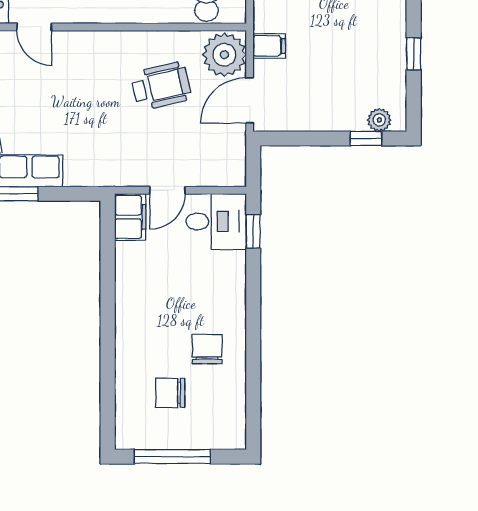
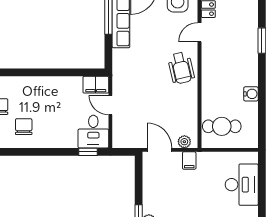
plant: (224, 55) -> (184, 142), width x0.53, depth x0.53
wheelchair: (161, 86) -> (181, 68), moved
chair: (207, 349) -> (24, 127), turned -90

